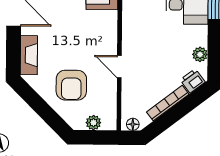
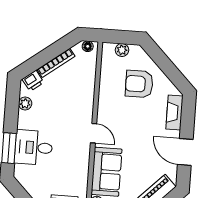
door: (119, 67) -> (94, 133), moved
armchair: (71, 85) -> (139, 84), turned -90

